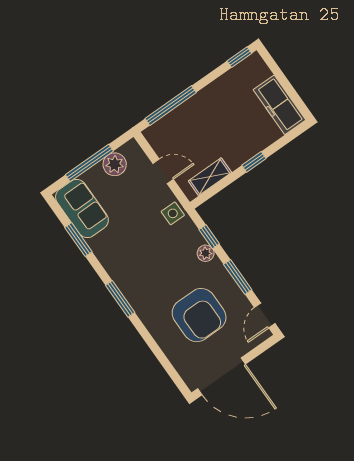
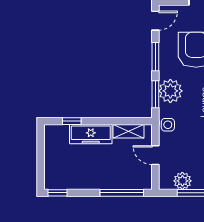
freezer: (279, 105) -> (91, 134), moved, turned 90
window: (254, 162) -> (72, 121), moved
window: (209, 237) -> (155, 94), width x1.50
plant: (206, 253) -> (170, 91), width x1.87, depth x1.87

